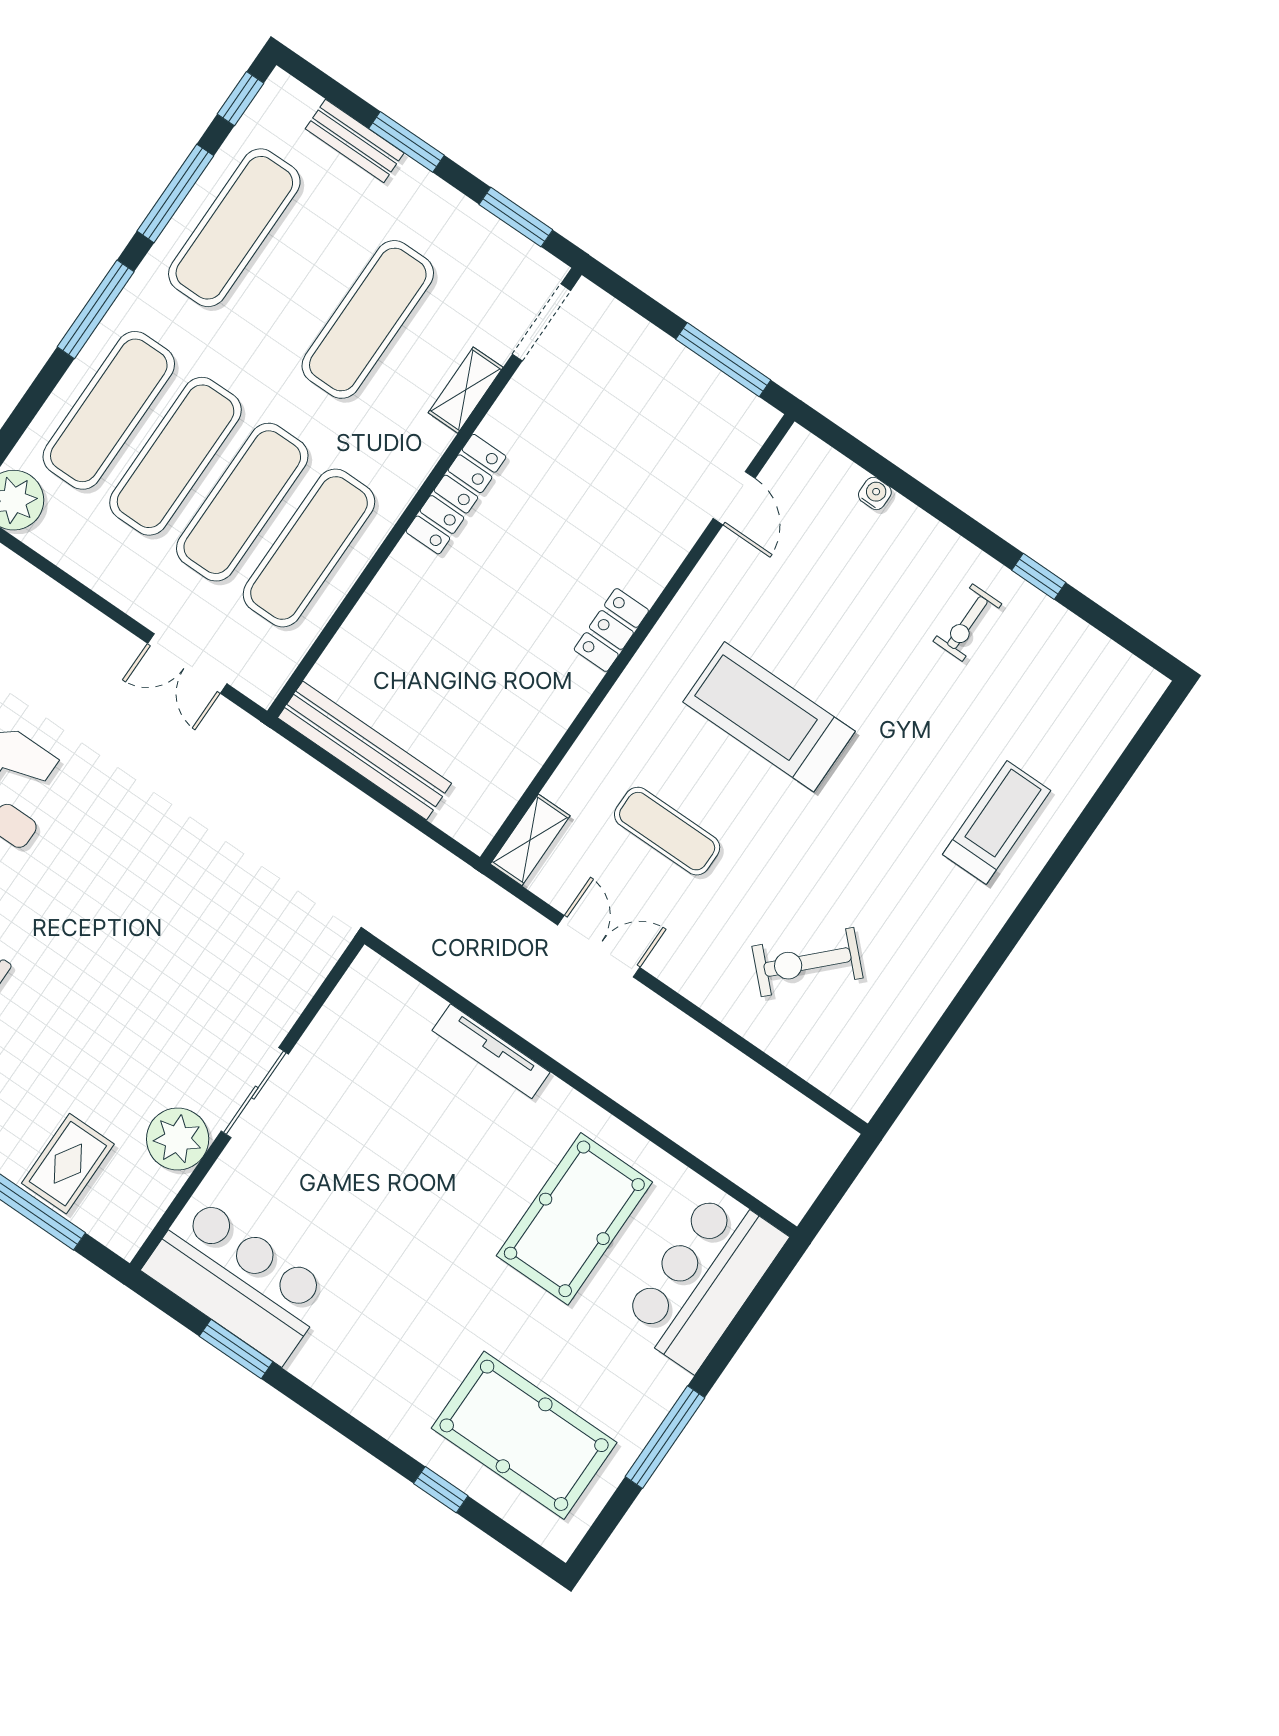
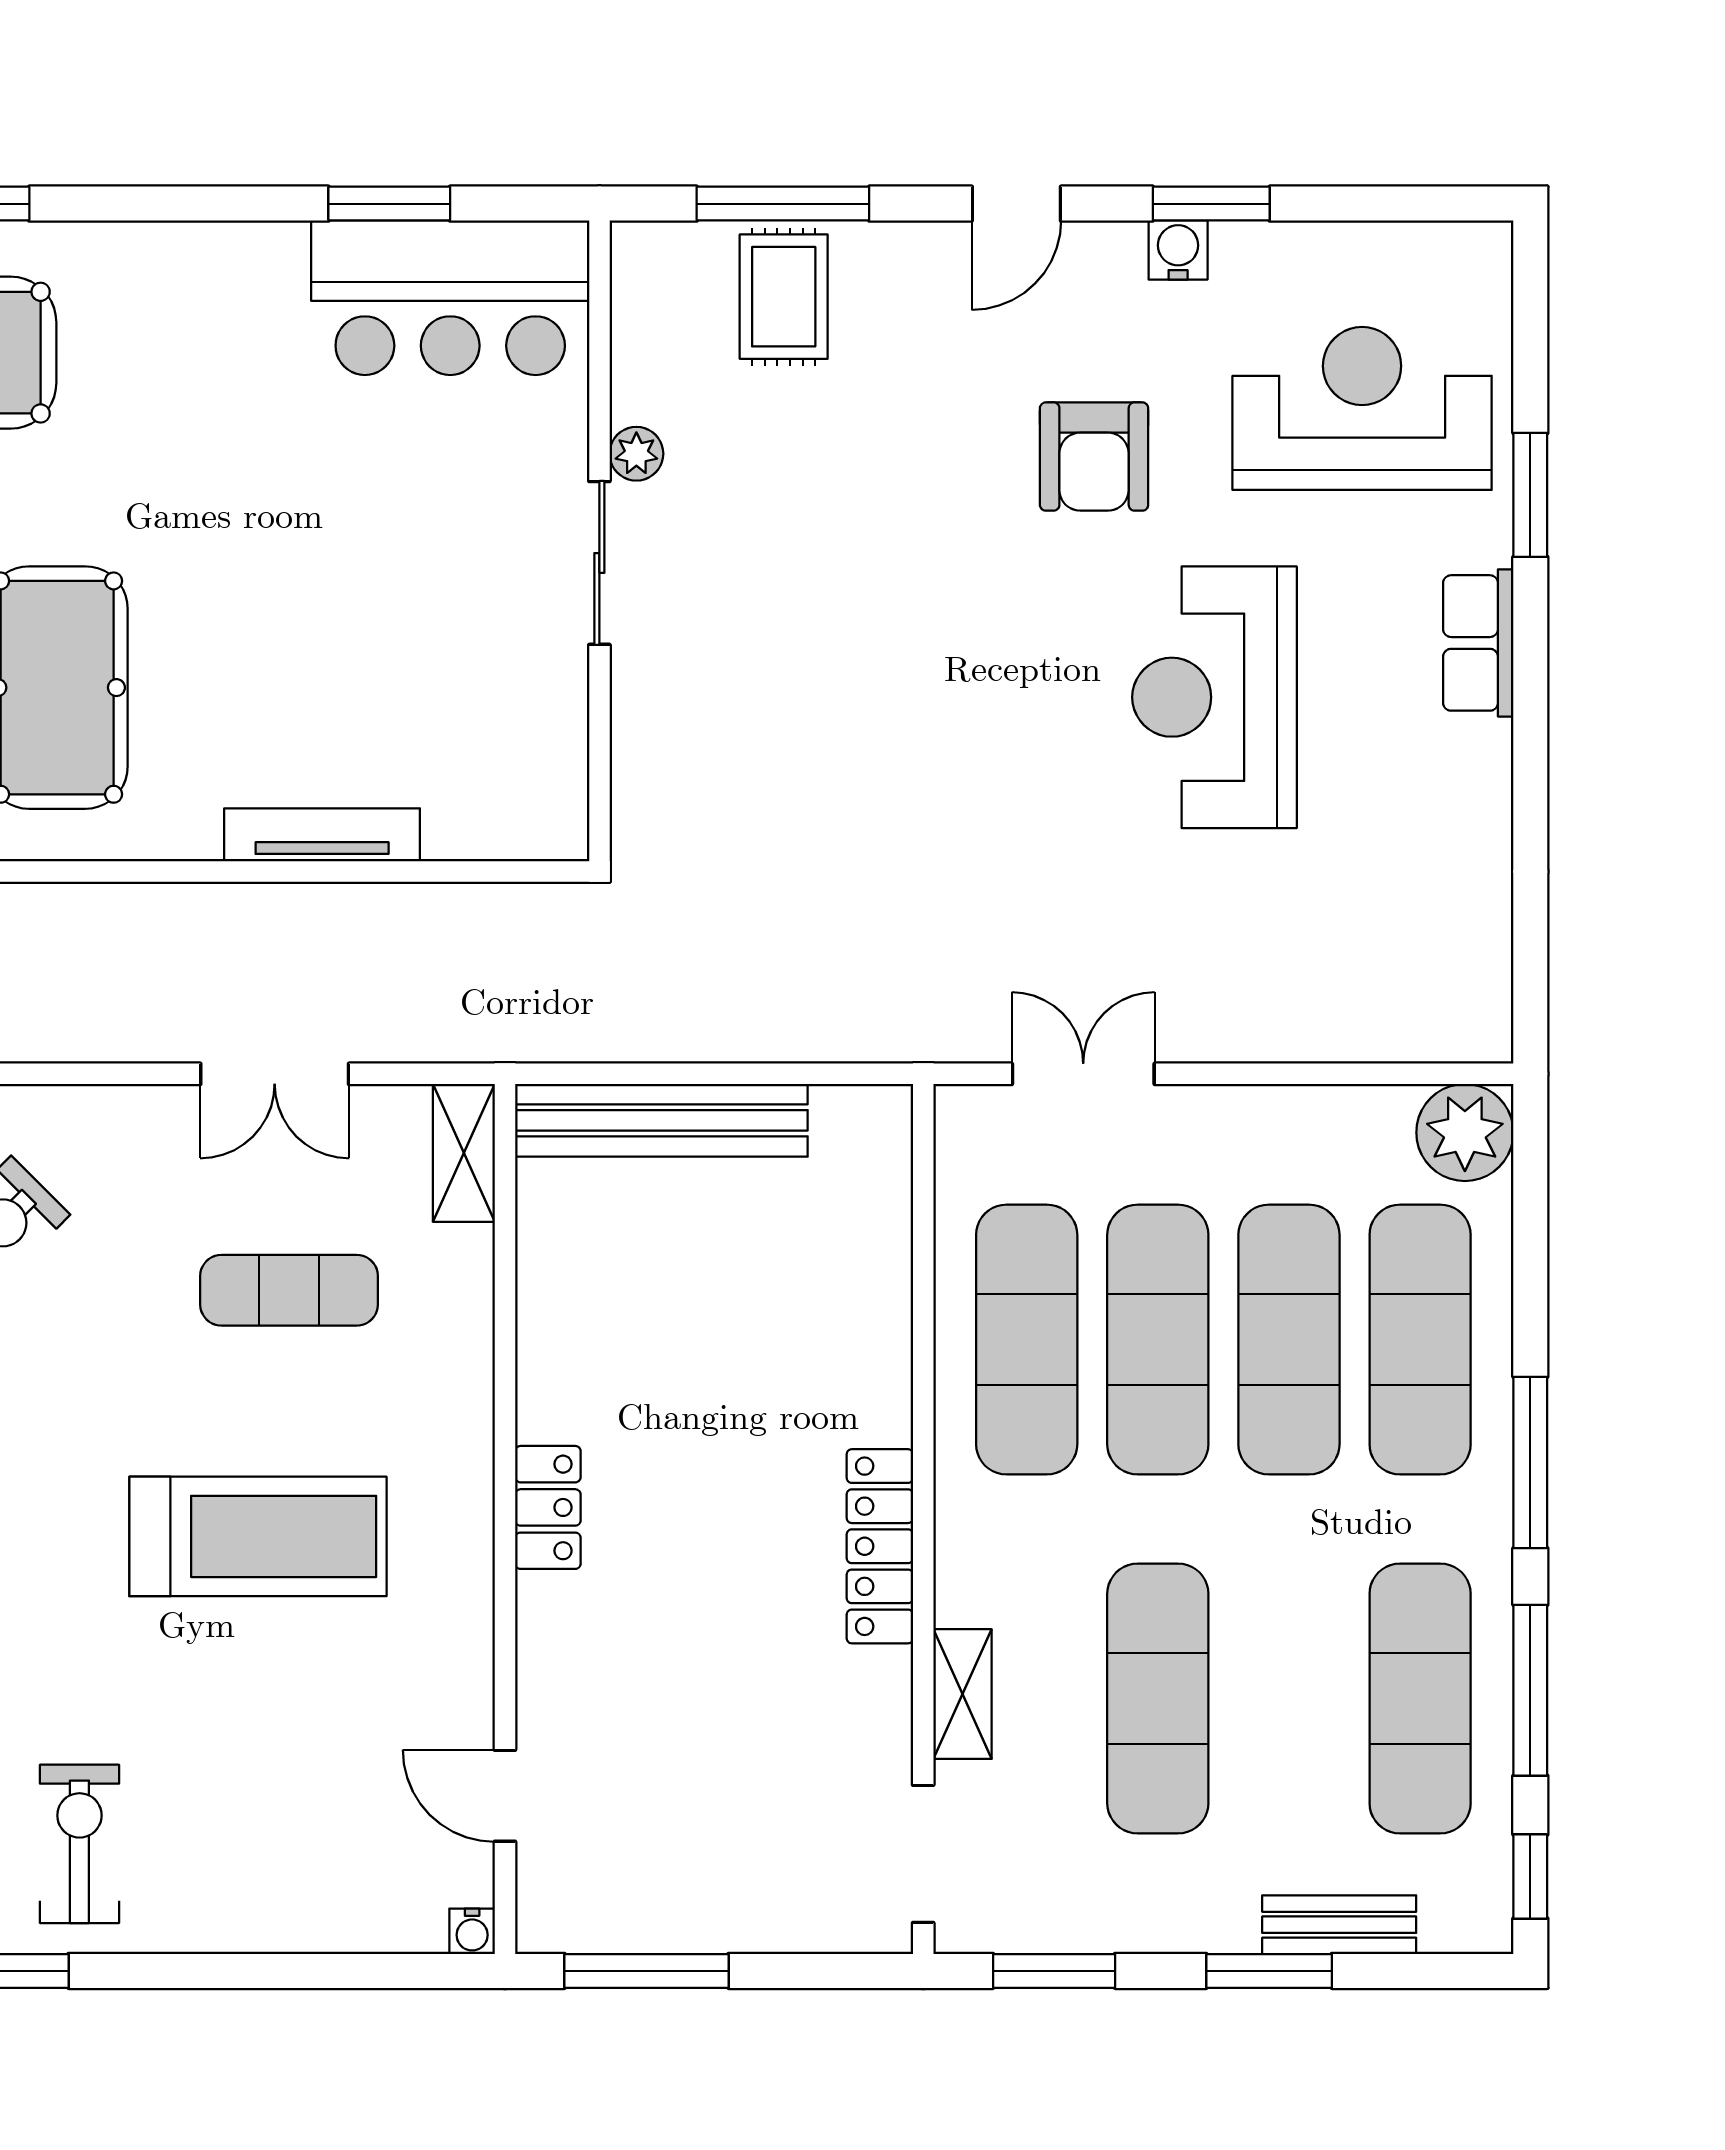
water cooler: (875, 494) -> (472, 1931), moved
exercise bike: (967, 623) -> (79, 1844), width x1.38, depth x1.39
bench: (365, 750) -> (661, 1120), moved
plant: (178, 1139) -> (636, 454), width x0.53, depth x0.53

